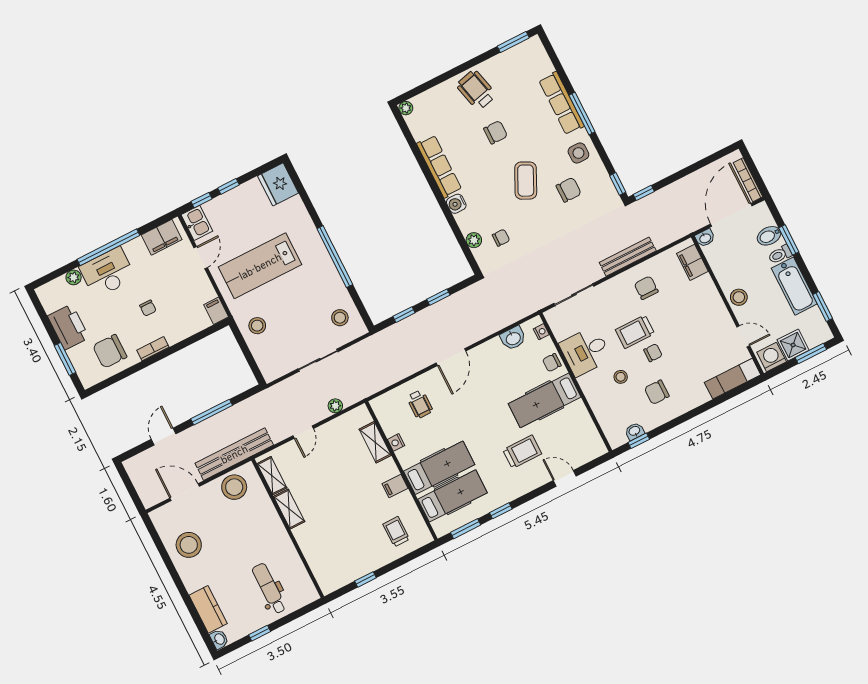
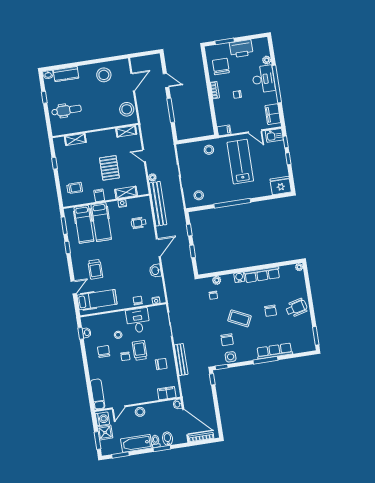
side table: (578, 153) -> (231, 357), moved
washbasin: (513, 338) -> (155, 271), moved
door: (451, 357) -> (158, 248), swing flipped
hospital bed: (545, 400) -> (97, 300), moved, turned 90
bench: (234, 454) -> (158, 204), moved
pallet: (343, 484) -> (109, 168), added
shelving: (289, 509) -> (75, 139), moved

